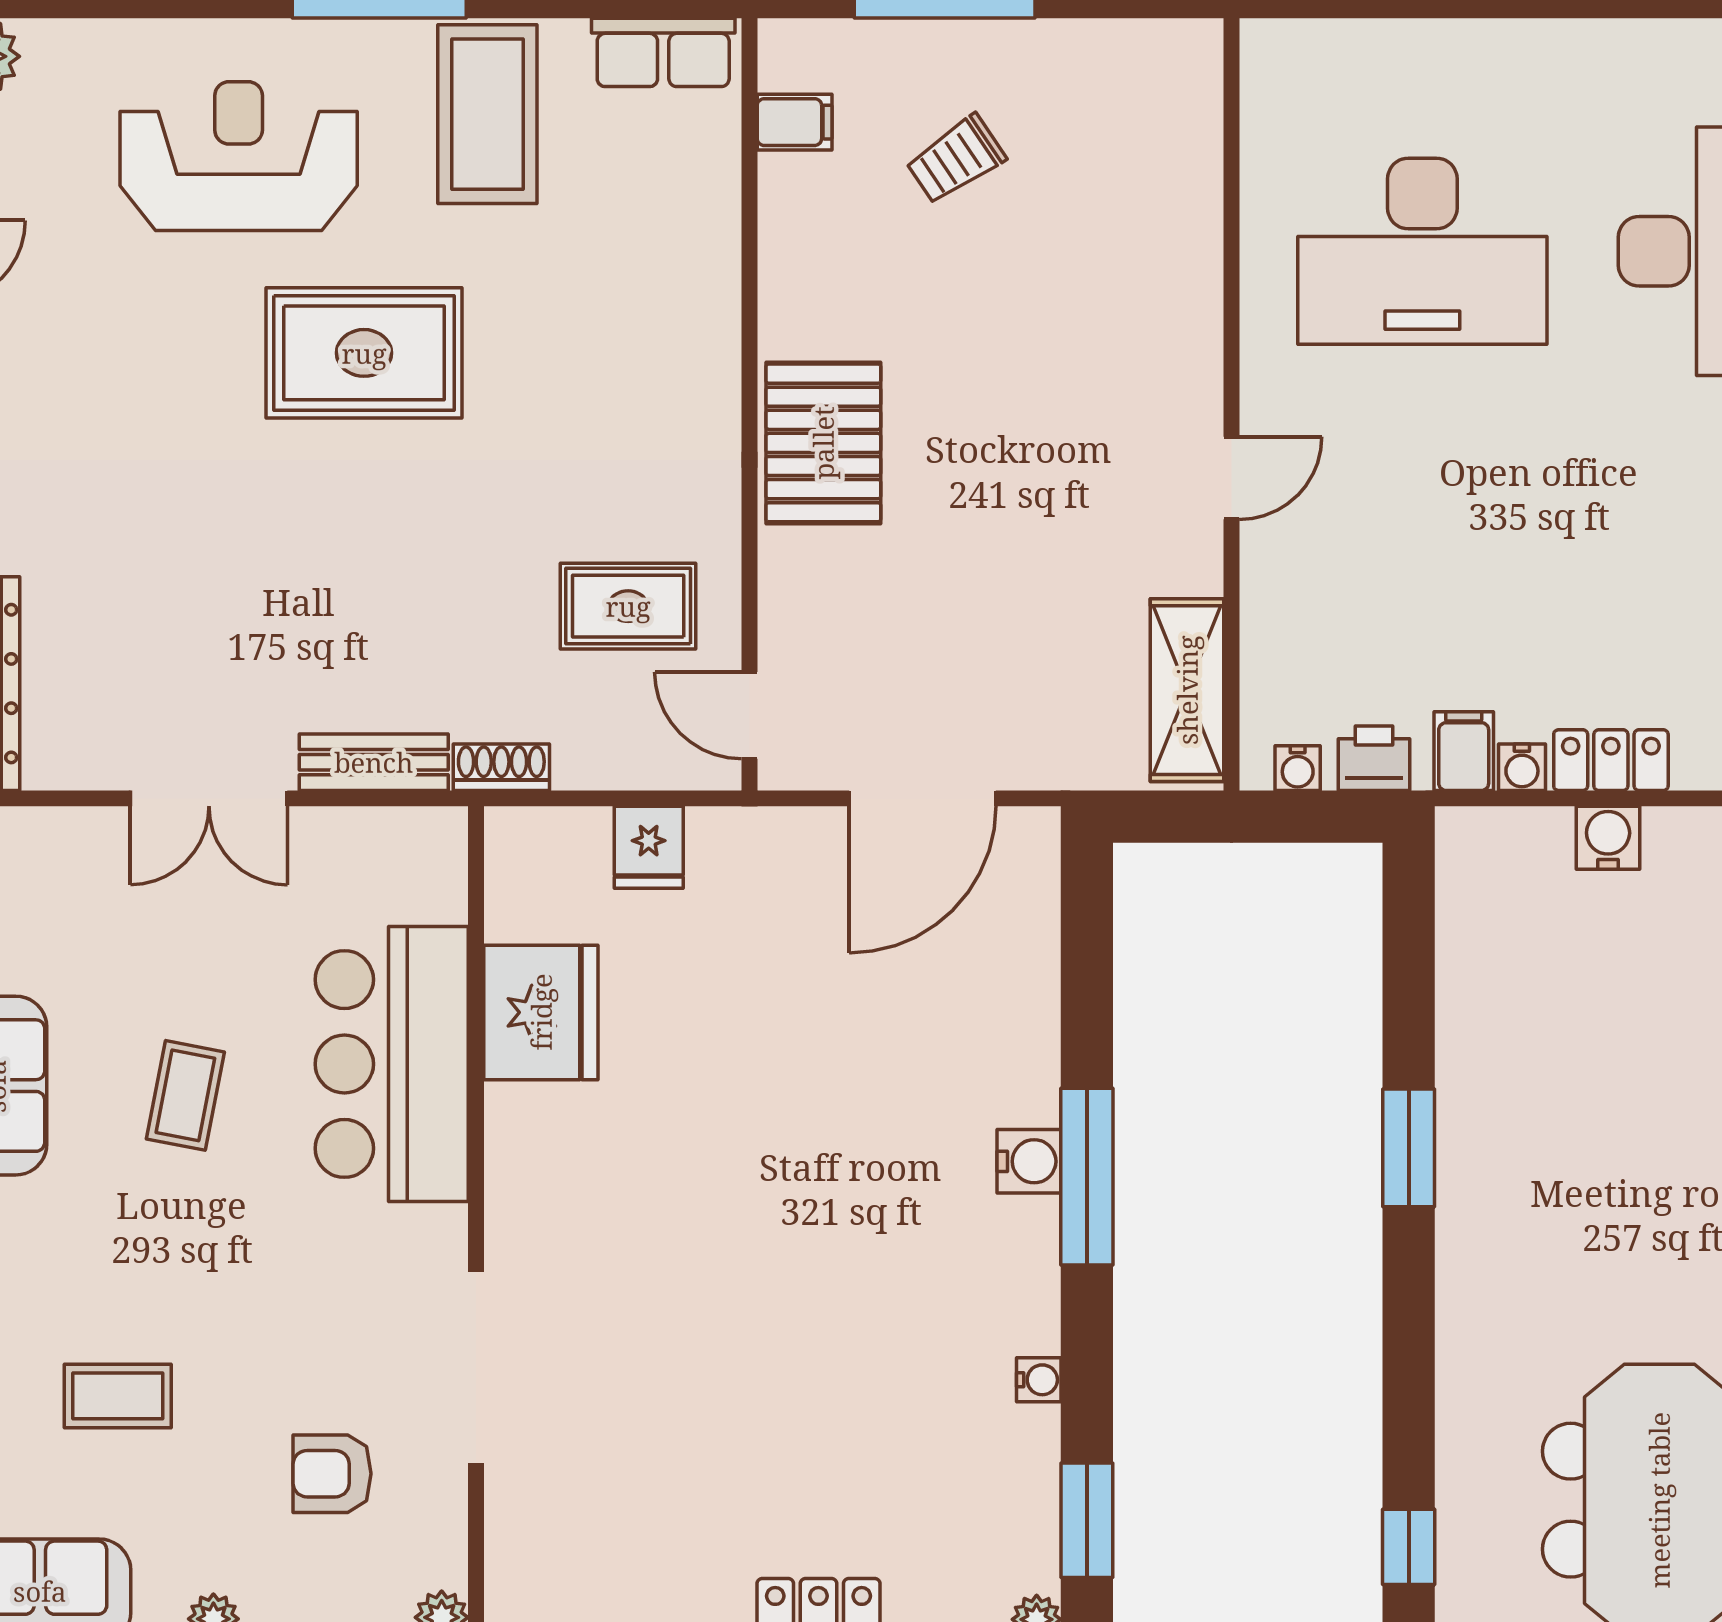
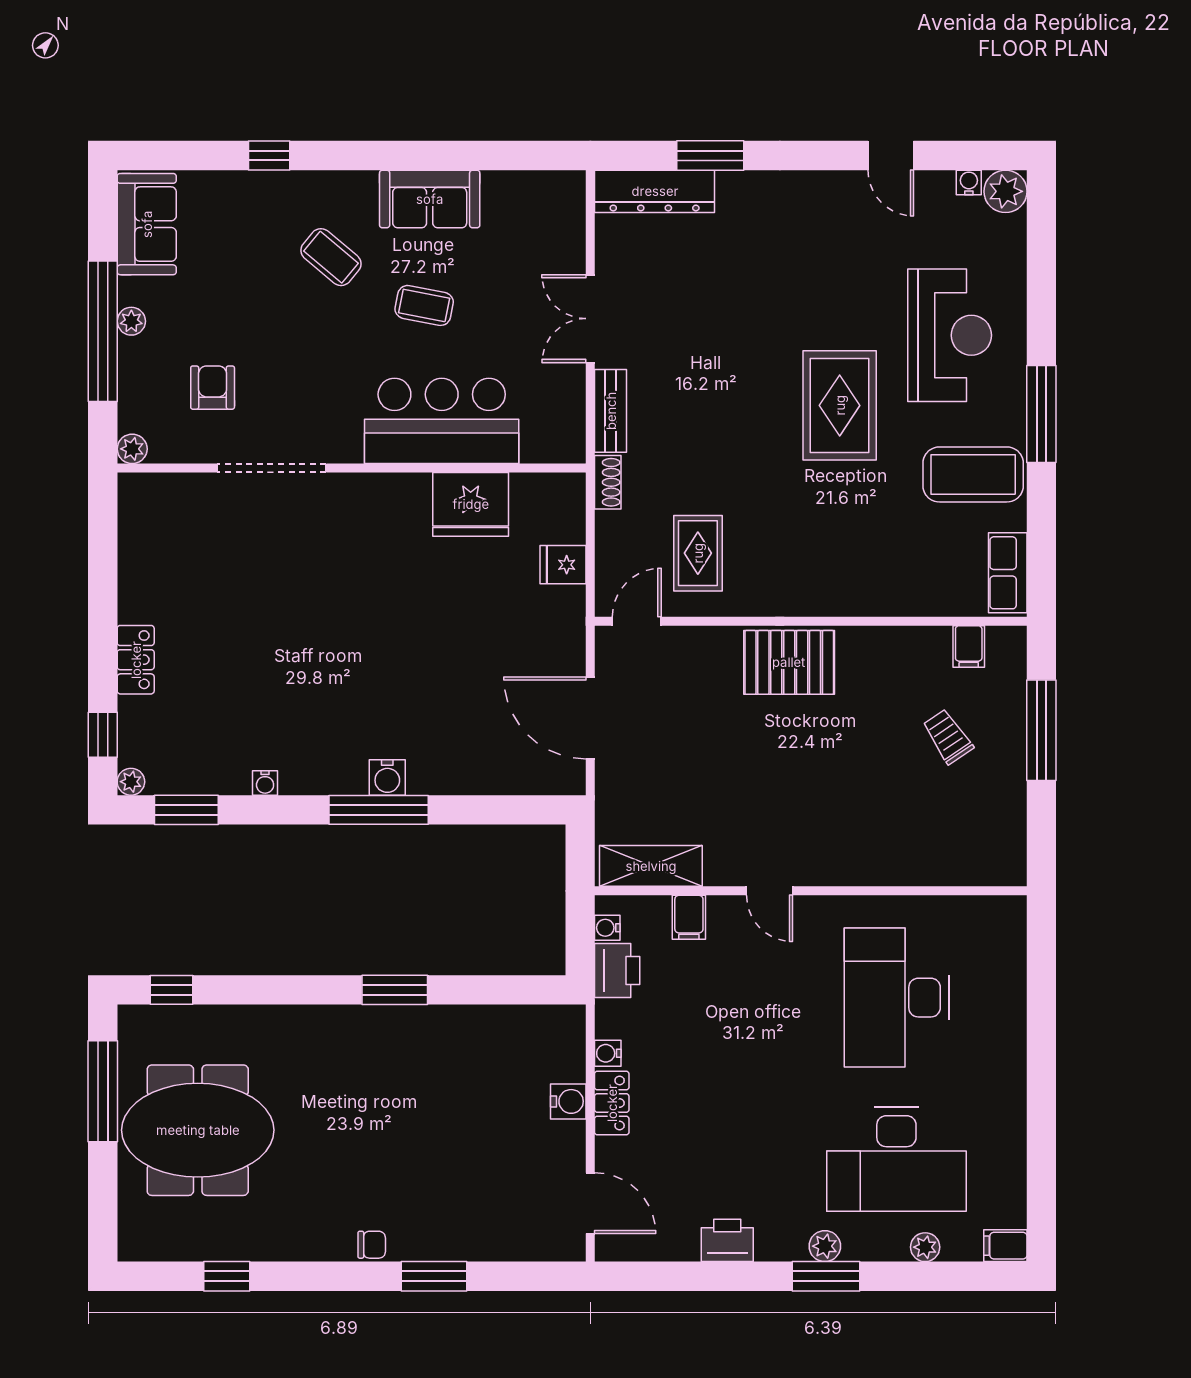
filing cabinet: (1464, 751) -> (689, 917), moved, turned 90
printer: (1374, 758) -> (617, 970), width x1.36, depth x1.24
coffee table: (118, 1396) -> (331, 257), moved, turned -50

